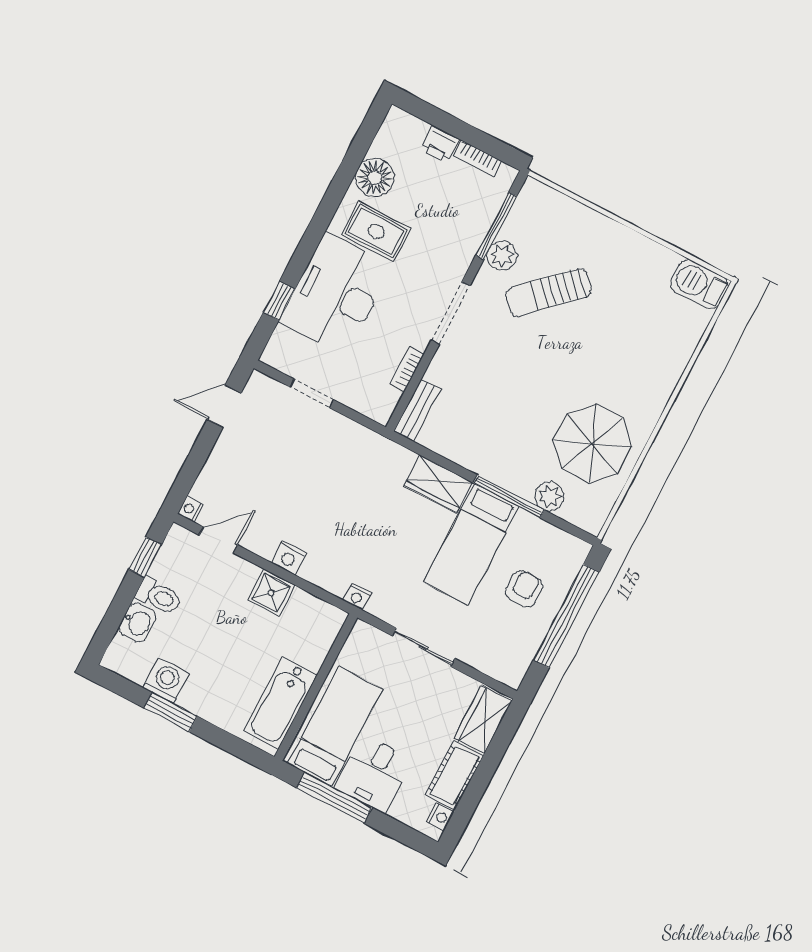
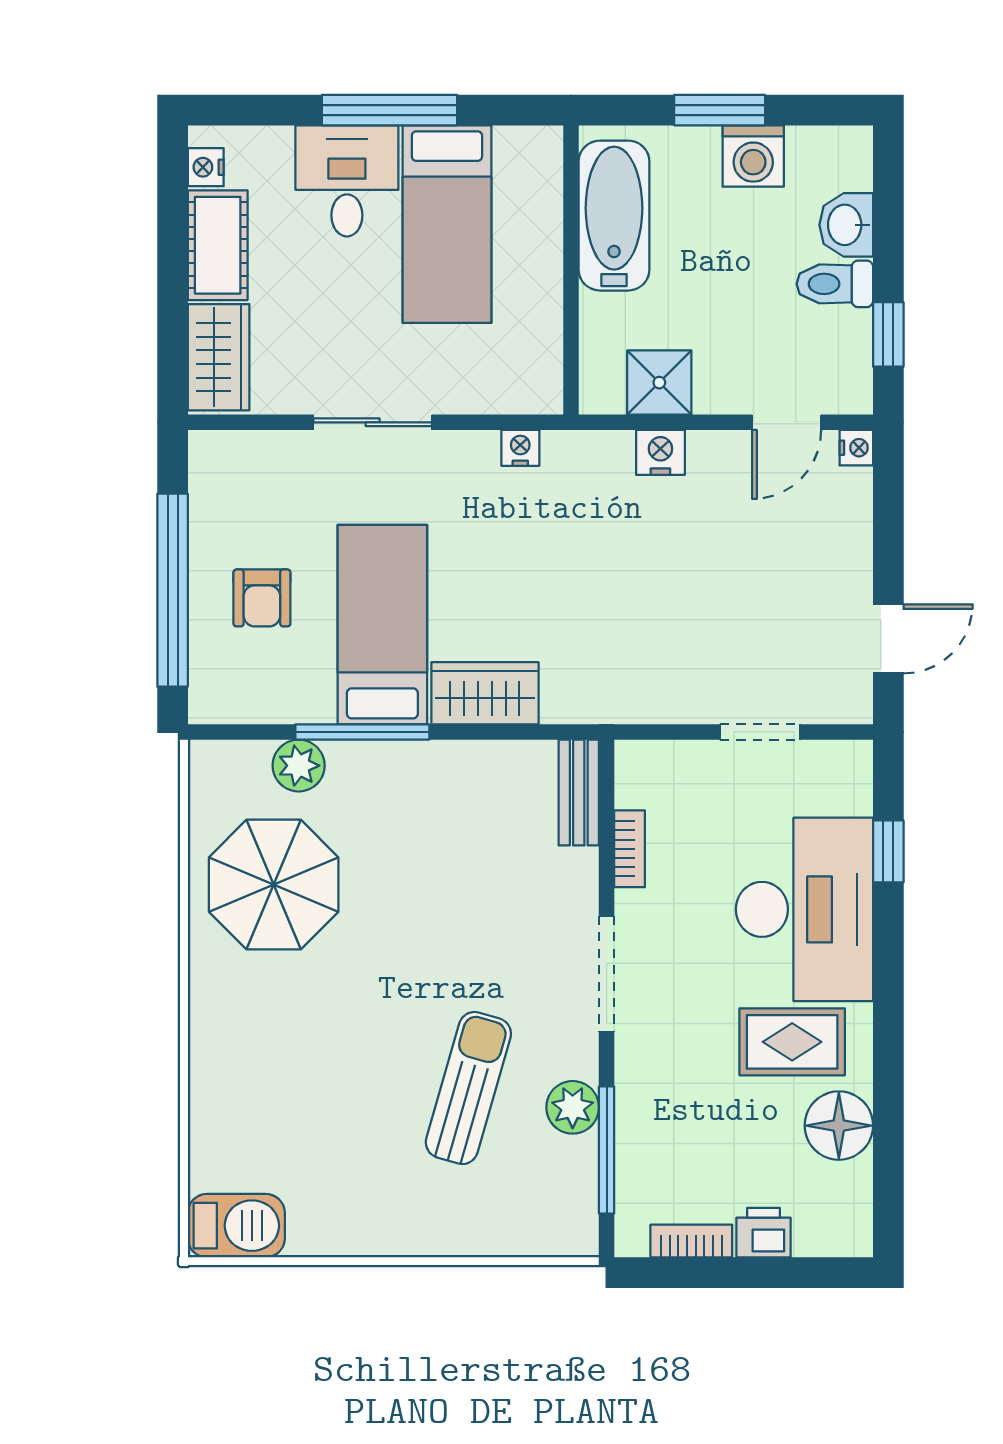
sun lounger: (549, 292) -> (468, 1088), turned -30
wall: (316, 687) -> (571, 270), moved
bathtub: (280, 703) -> (614, 216), moved

